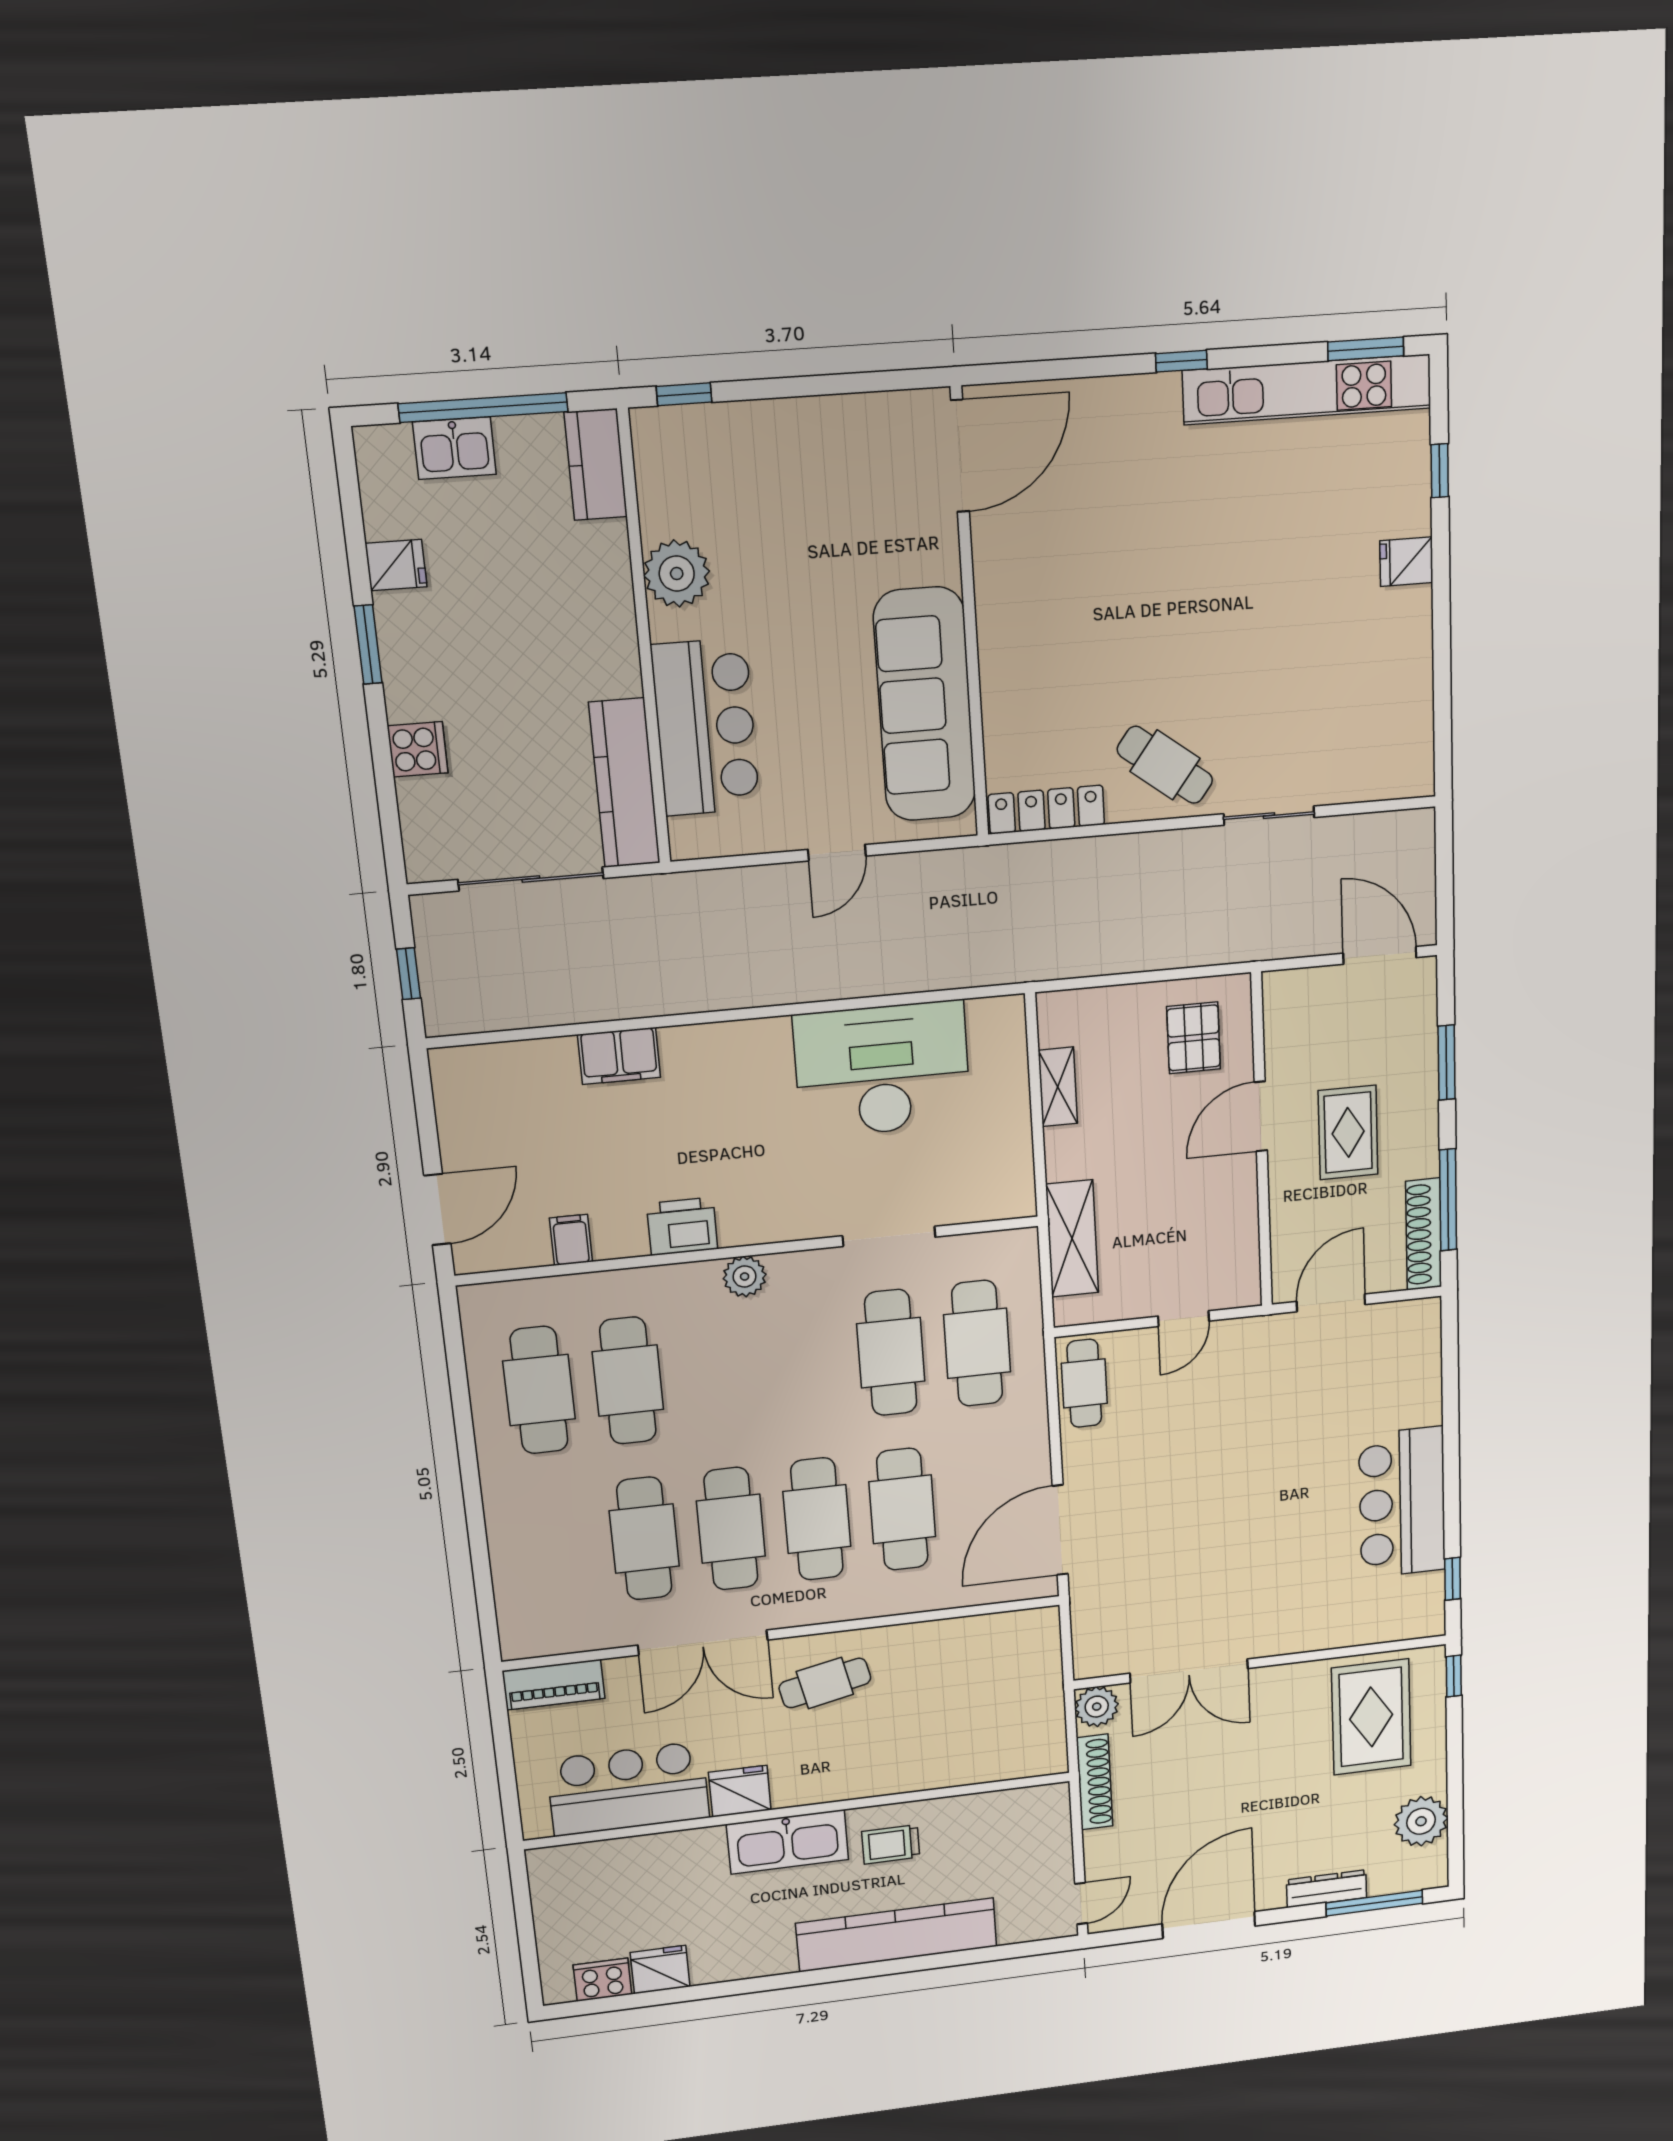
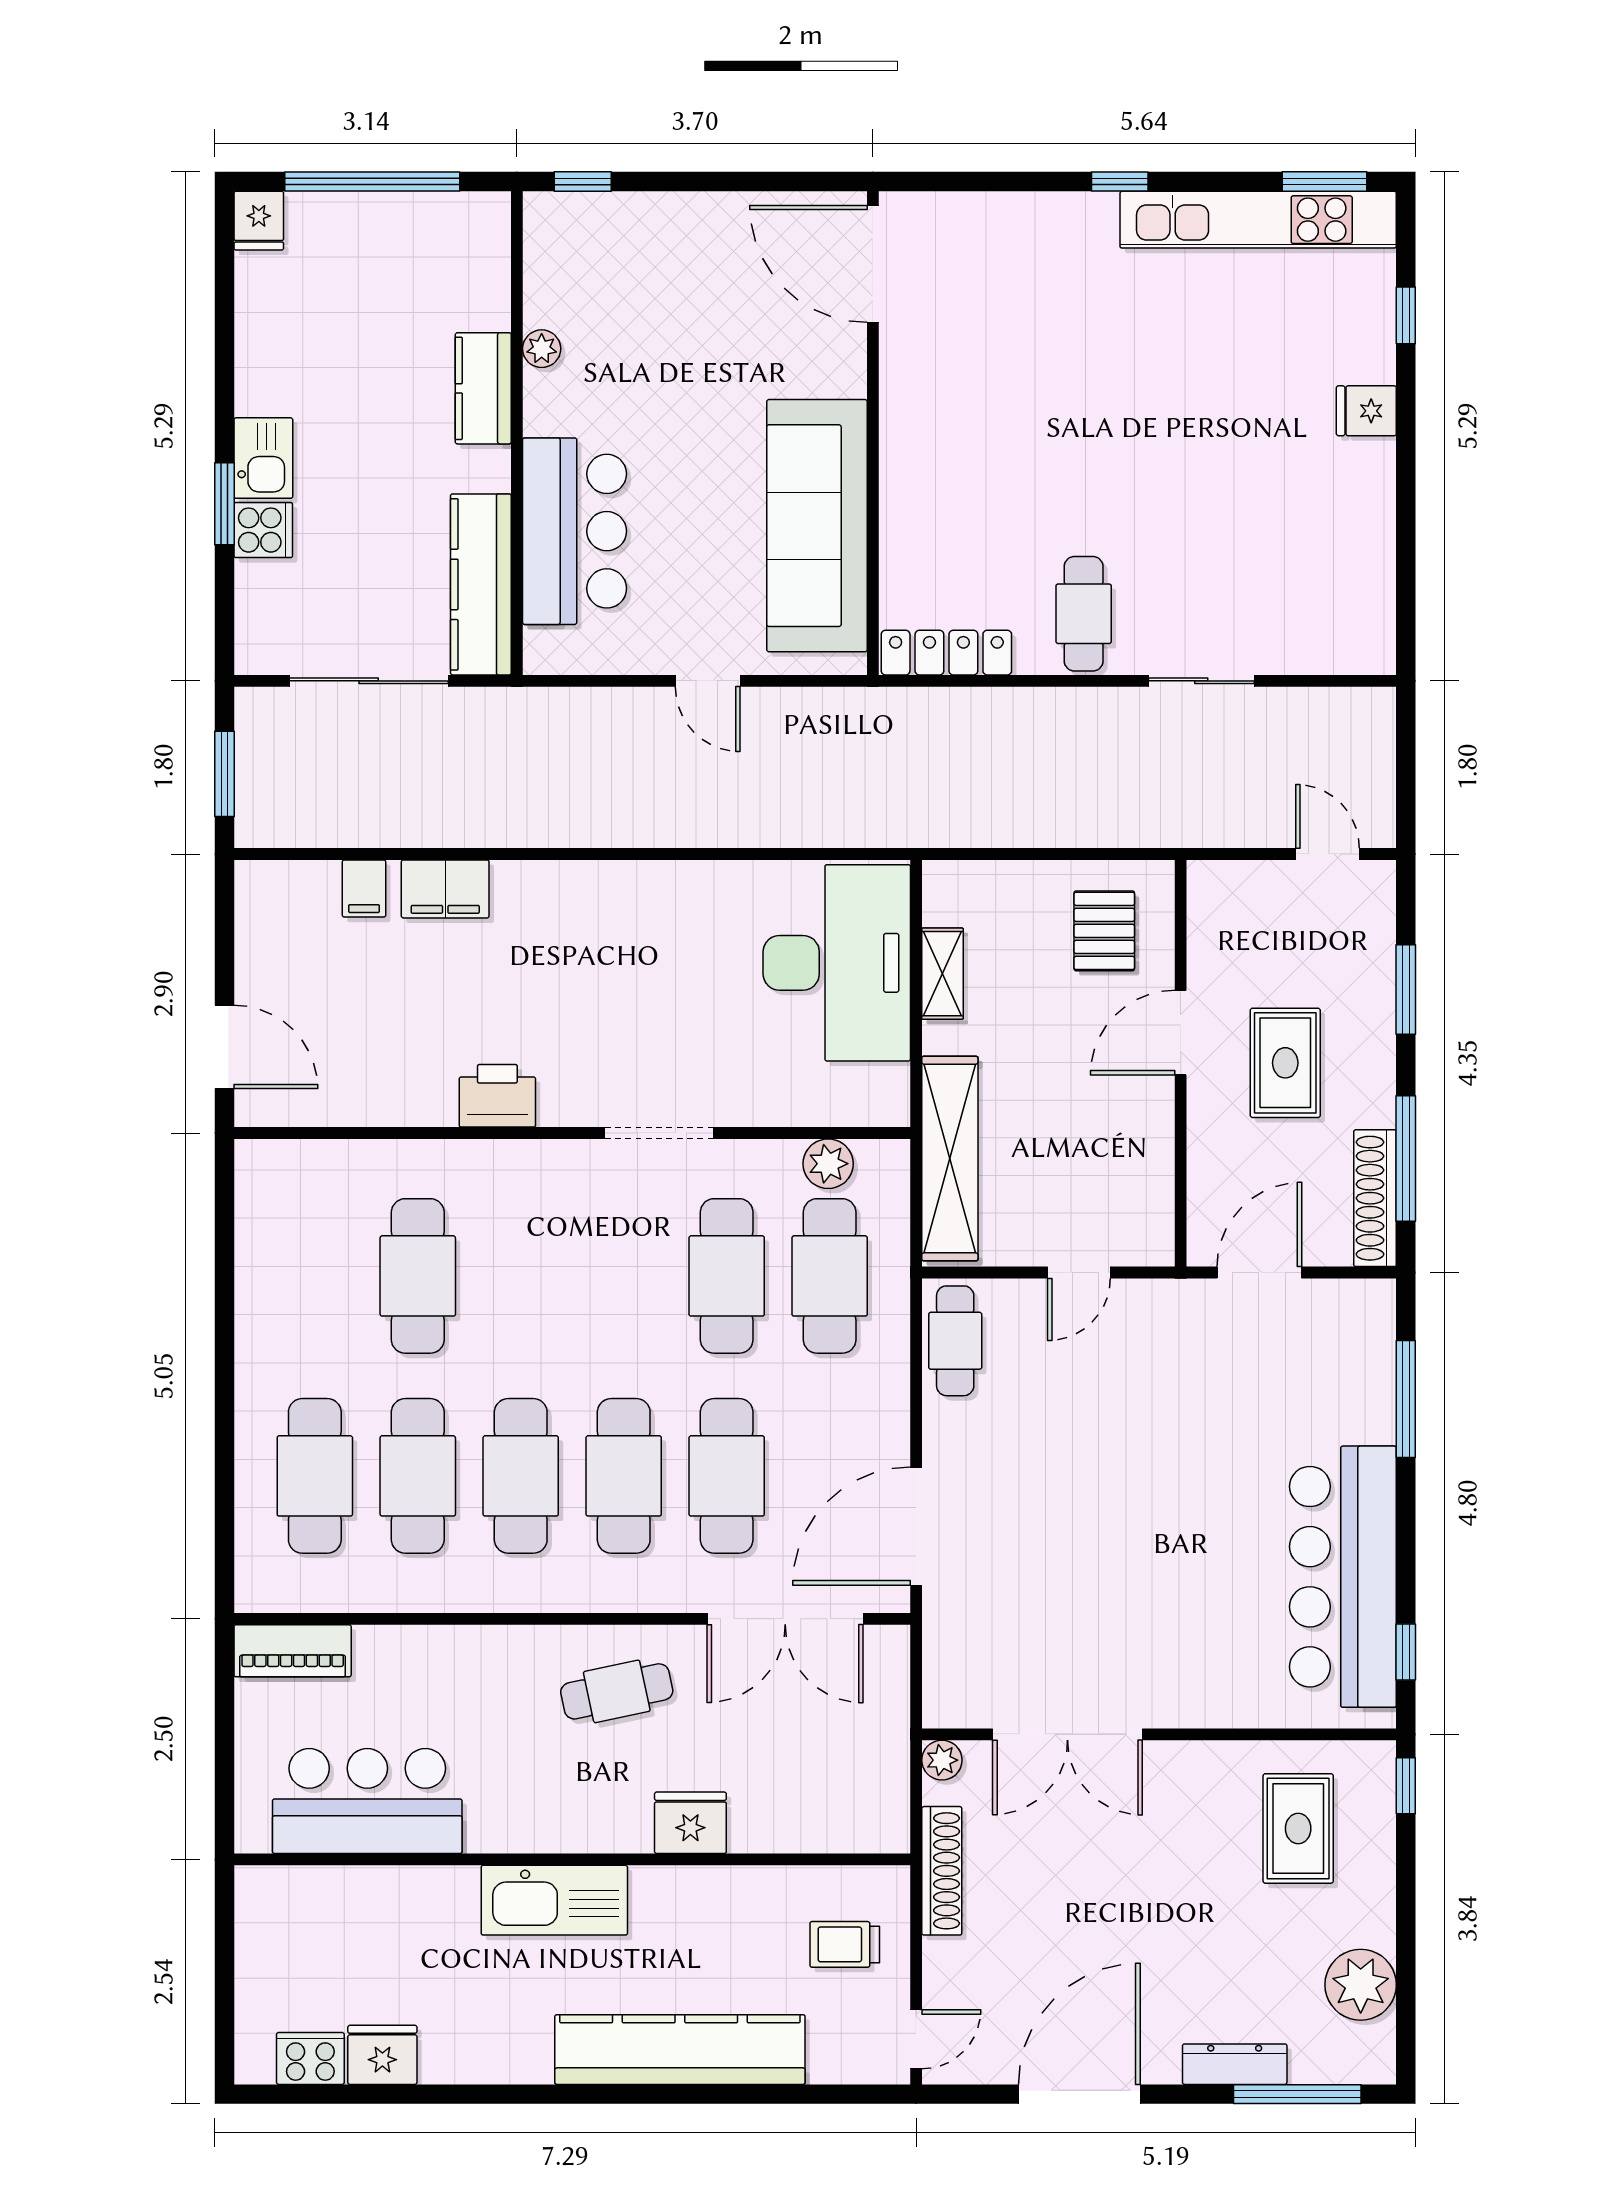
kitchen sink: (454, 448) -> (263, 458), moved, turned -90
door: (960, 456) -> (873, 264), swing flipped
kitchen counter: (596, 465) -> (483, 388), moved
fridge: (396, 565) -> (259, 221), moved, turned 90
plant: (677, 573) -> (542, 349), width x0.53, depth x0.53
window: (368, 645) -> (224, 504), moved
cafe table: (1165, 765) -> (1084, 614), turned 53
door: (837, 853) -> (708, 681), hinge flipped
door: (1380, 955) -> (1328, 854), width x0.73
window: (408, 974) -> (224, 774), width x1.50
desk: (882, 1069) -> (837, 963), moved, turned 90
door: (437, 1210) -> (224, 1047), hinge flipped
doorway: (889, 1236) -> (659, 1133), moved
shelving: (1072, 1239) -> (950, 1159), width x1.47
filing cabinet: (571, 1240) -> (364, 889), moved, turned 180
plant: (745, 1277) -> (828, 1164), moved
window: (1450, 1388) -> (1406, 1399), added
cafe table: (539, 1390) -> (315, 1476), moved
bar counter: (1402, 1503) -> (1343, 1577), width x1.36
double door: (703, 1643) -> (785, 1619), moved
plant: (1097, 1707) -> (942, 1760), width x0.73, depth x0.73
rug: (1371, 1717) -> (1298, 1828), width x0.73, depth x0.70
fridge: (740, 1791) -> (690, 1823), moved
trolley: (891, 1844) -> (845, 1944), moved

